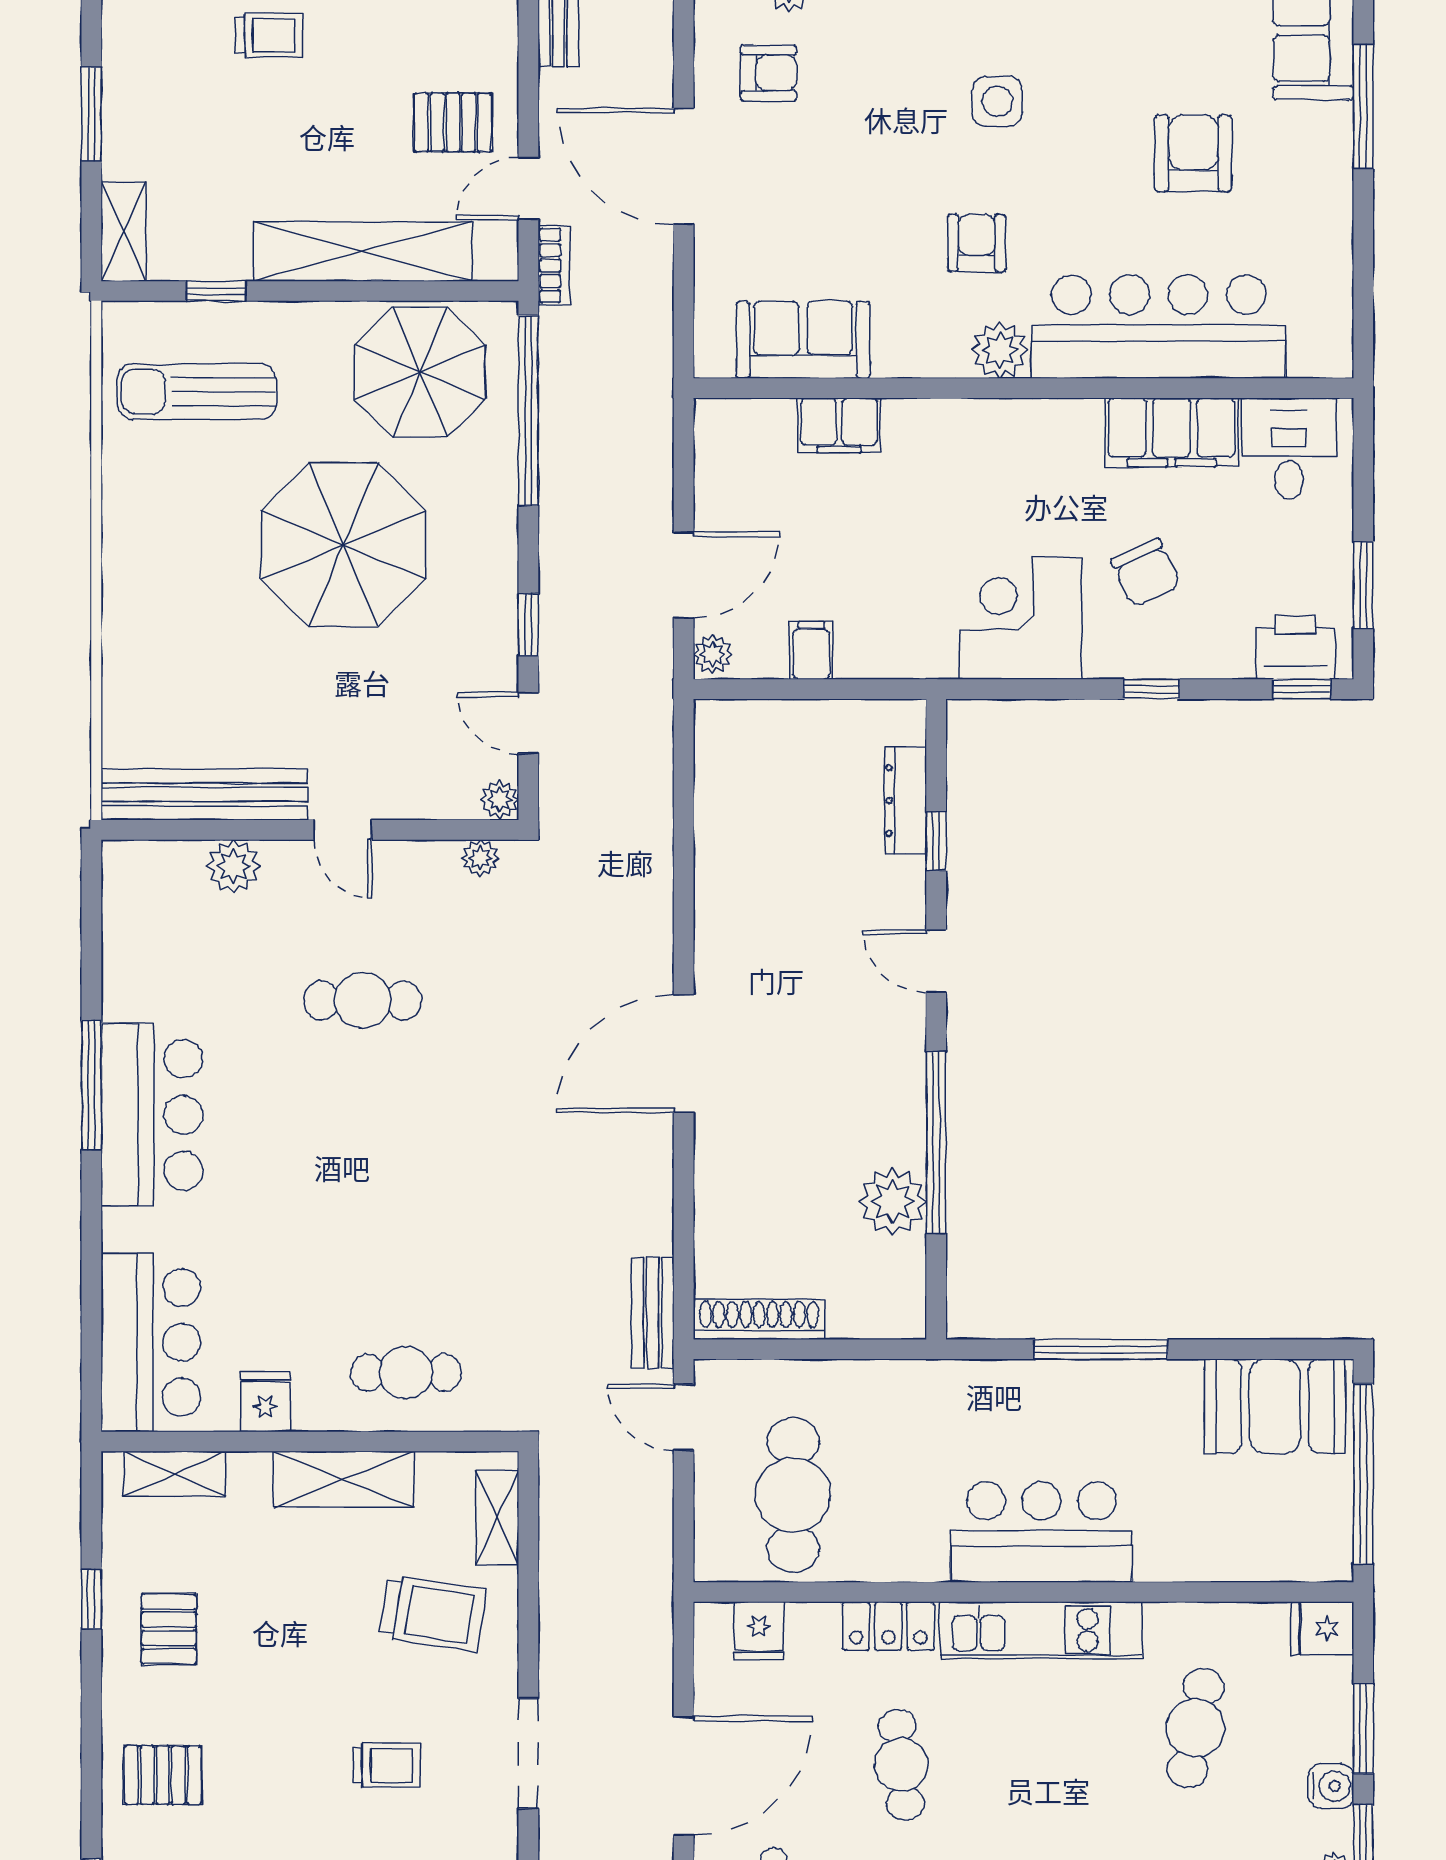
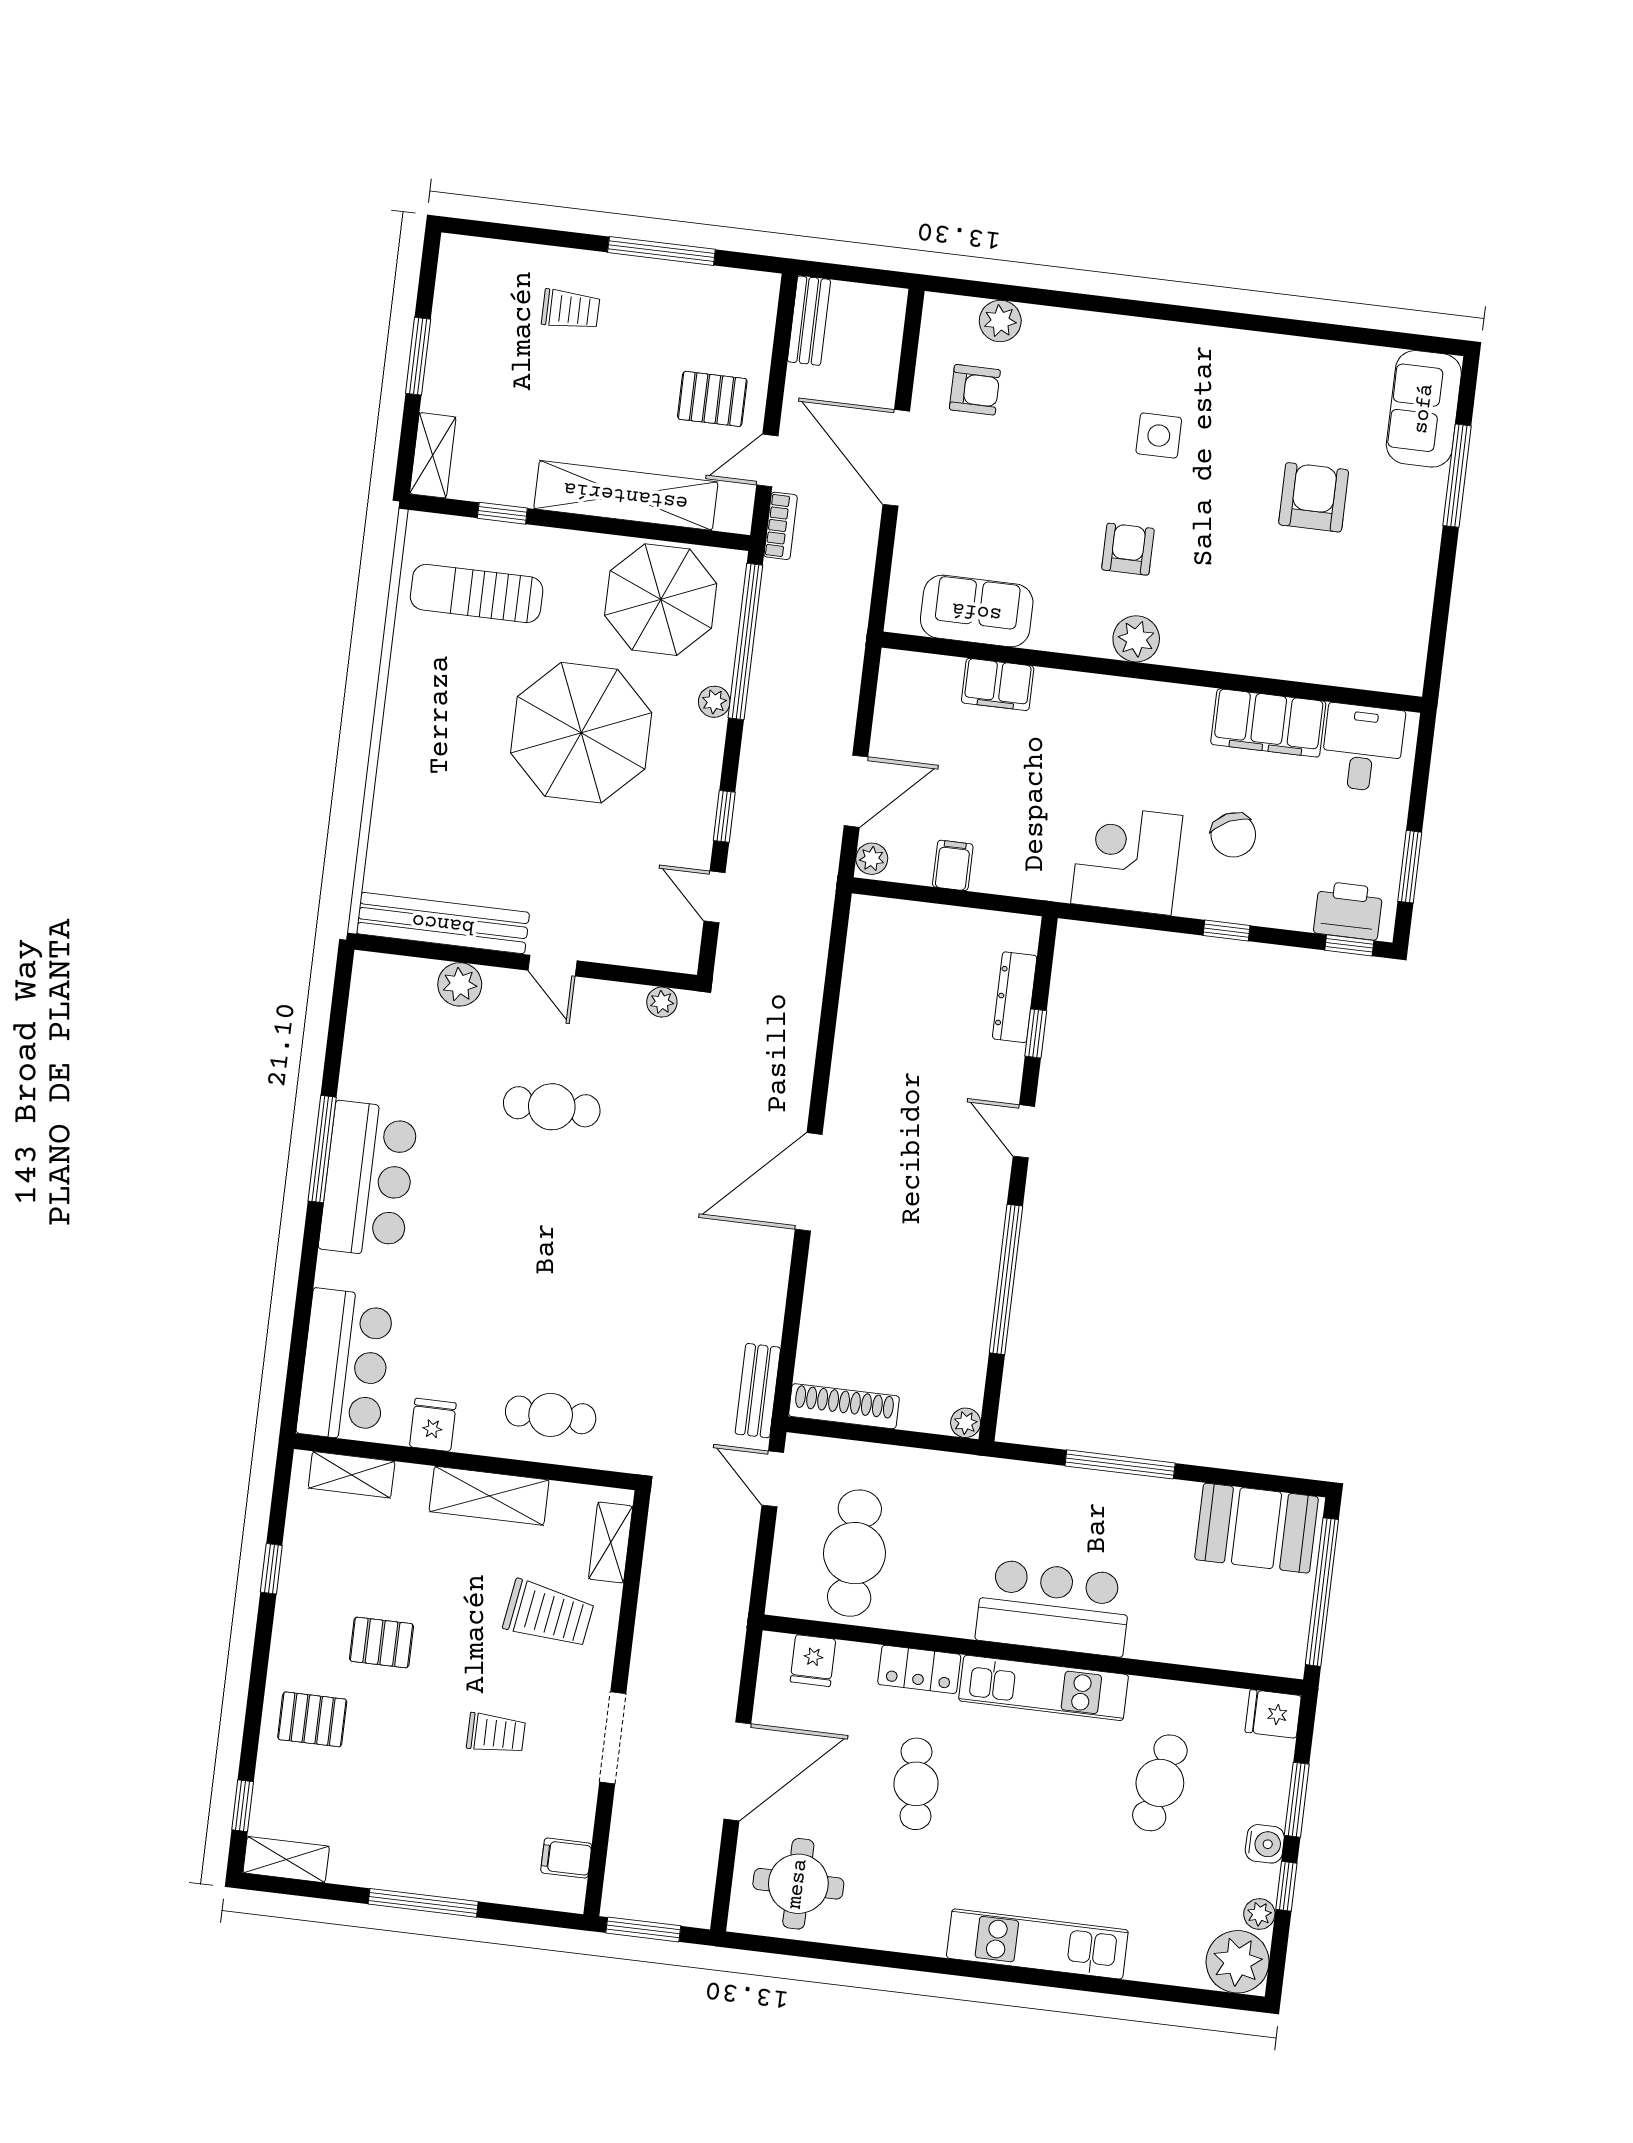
bar counter: (1159, 327) -> (1268, 635), removed
plant: (500, 800) -> (714, 702), moved
plant: (893, 1202) -> (966, 1423), moved, width x0.53, depth x0.53
pallet: (169, 1629) -> (381, 1642), moved, turned 90

